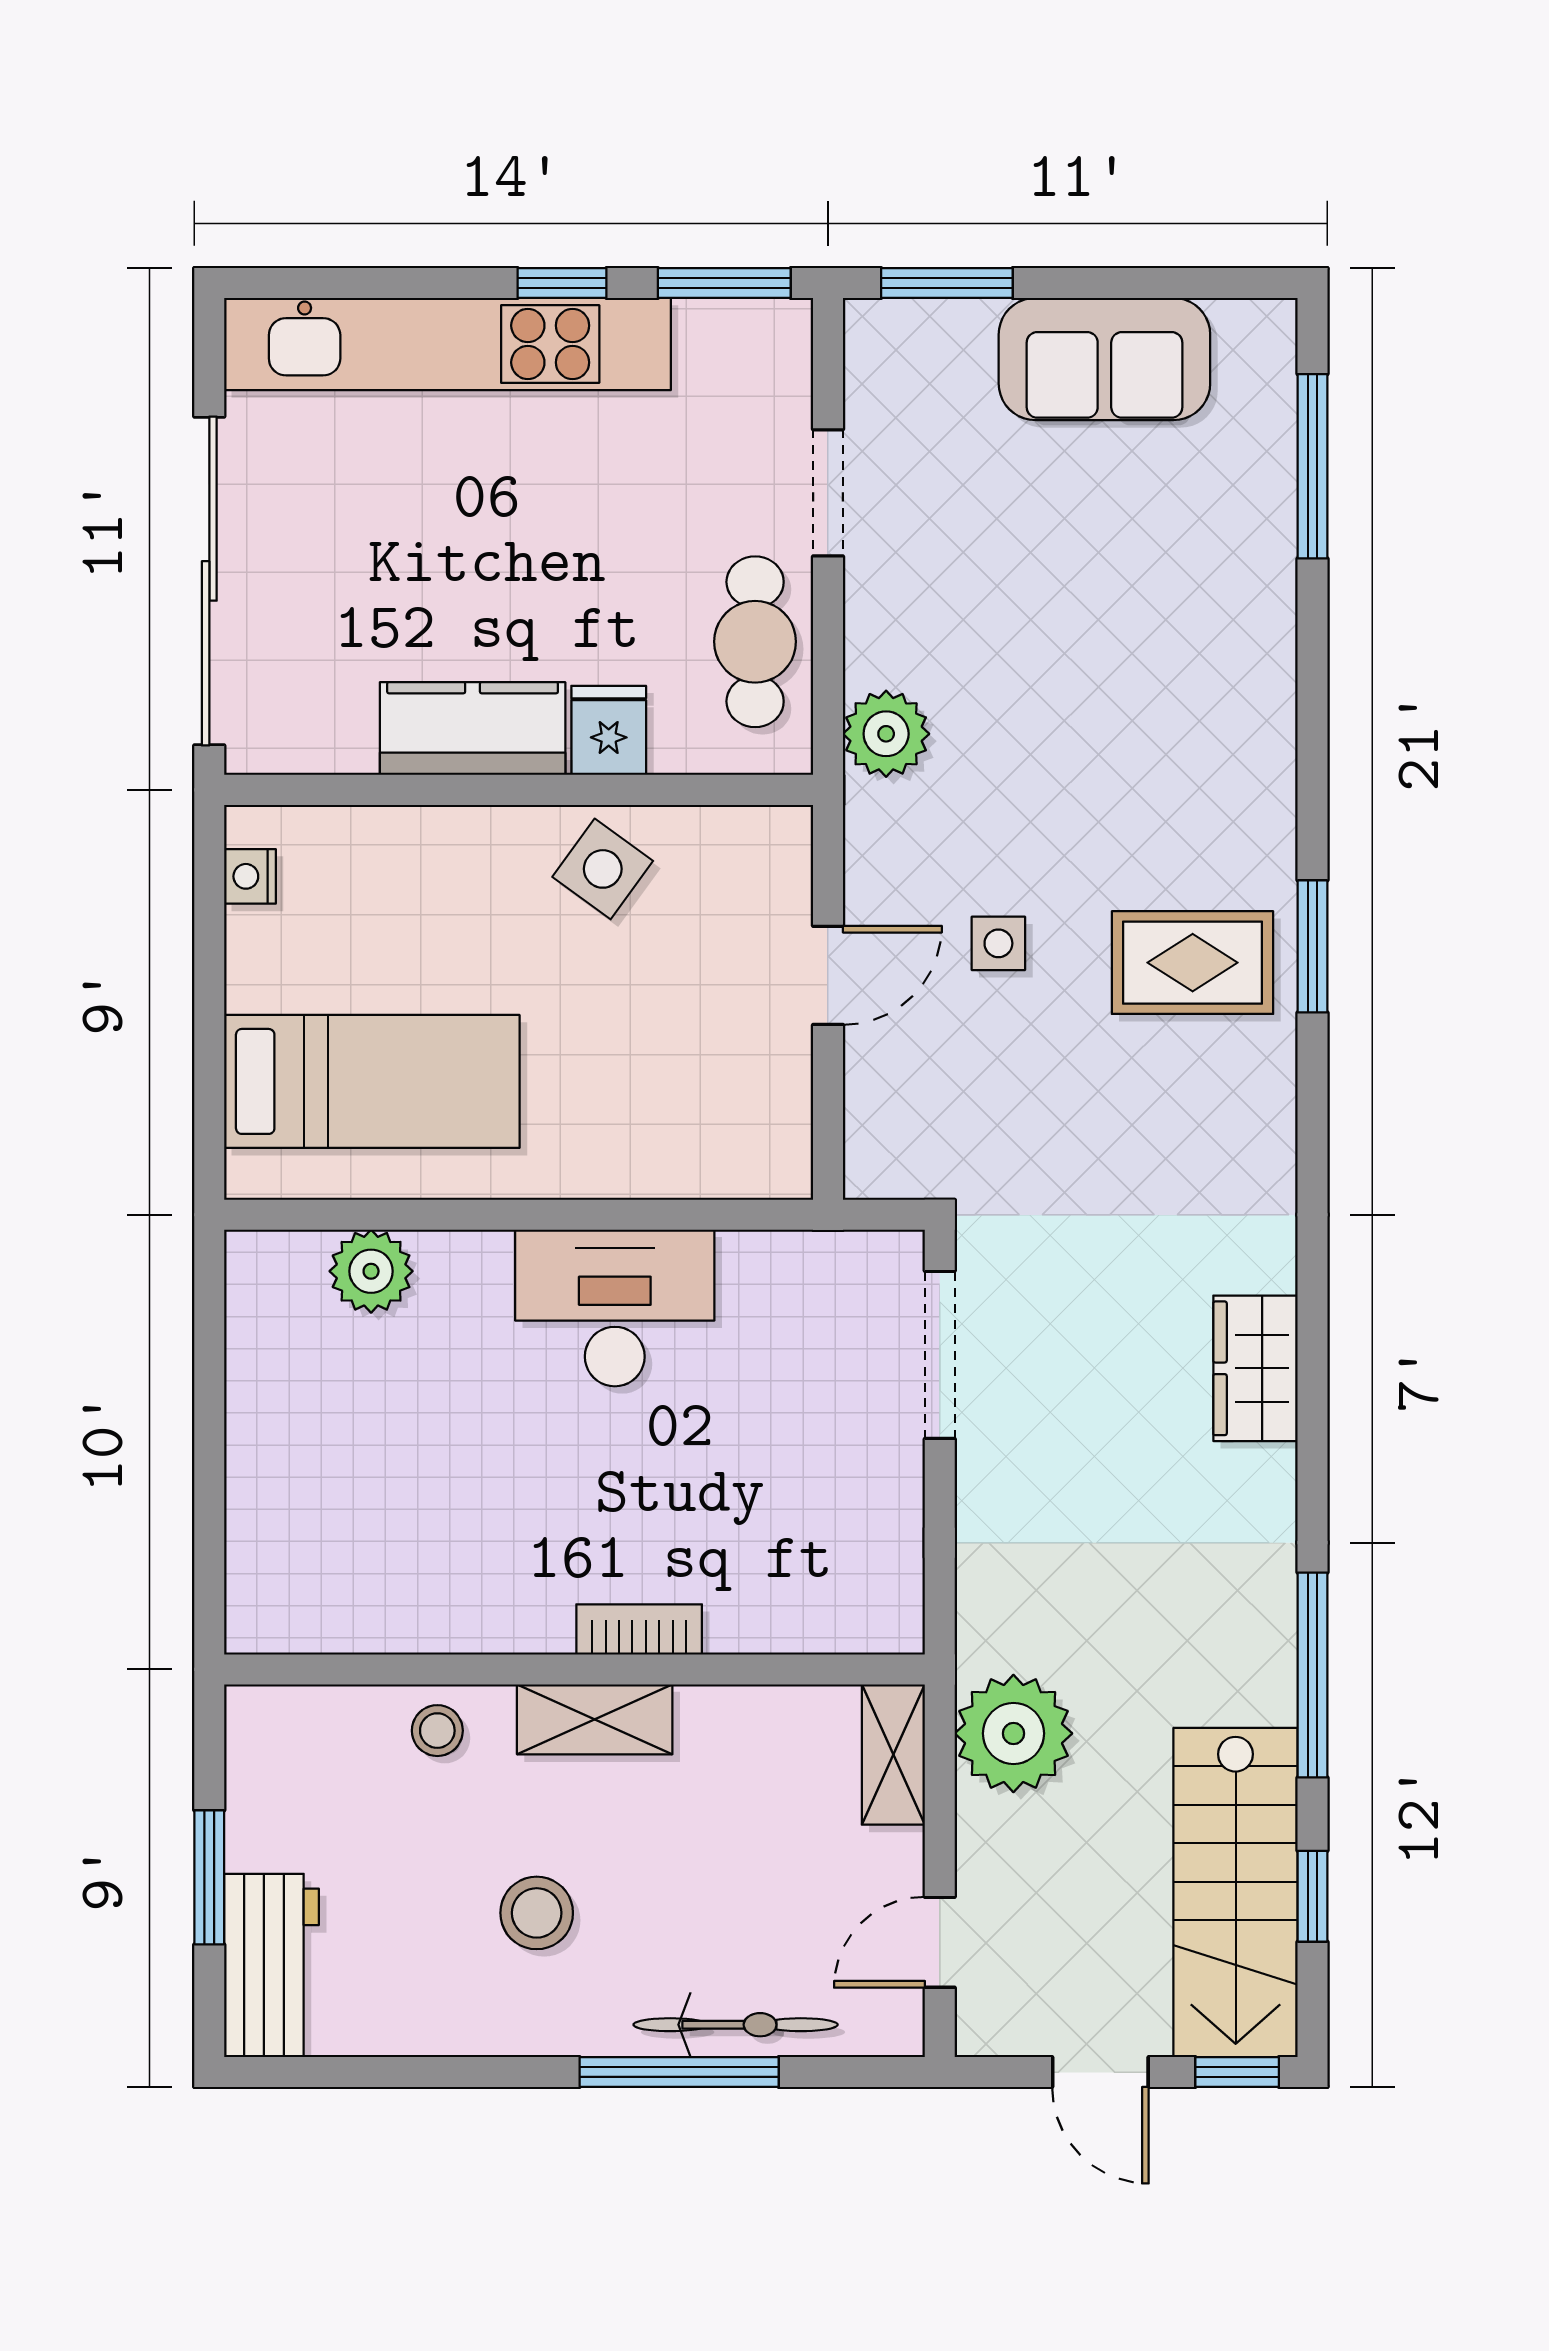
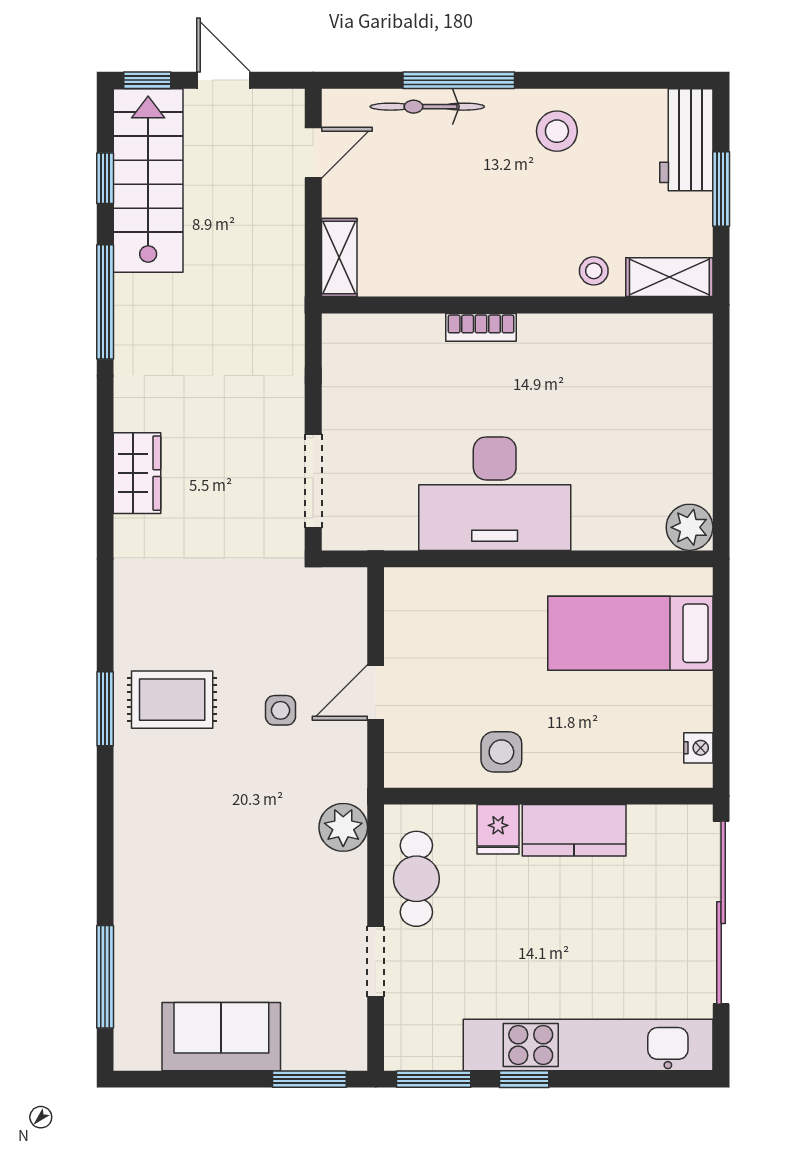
side table: (603, 869) -> (501, 752), turned -36
plant: (371, 1271) -> (690, 527), moved
desk: (615, 1308) -> (495, 494), width x1.36, depth x1.30
shelving: (595, 1719) -> (669, 277), moved
plant: (1013, 1733) -> (272, 269), removed
stool: (537, 1913) -> (557, 131), moved

